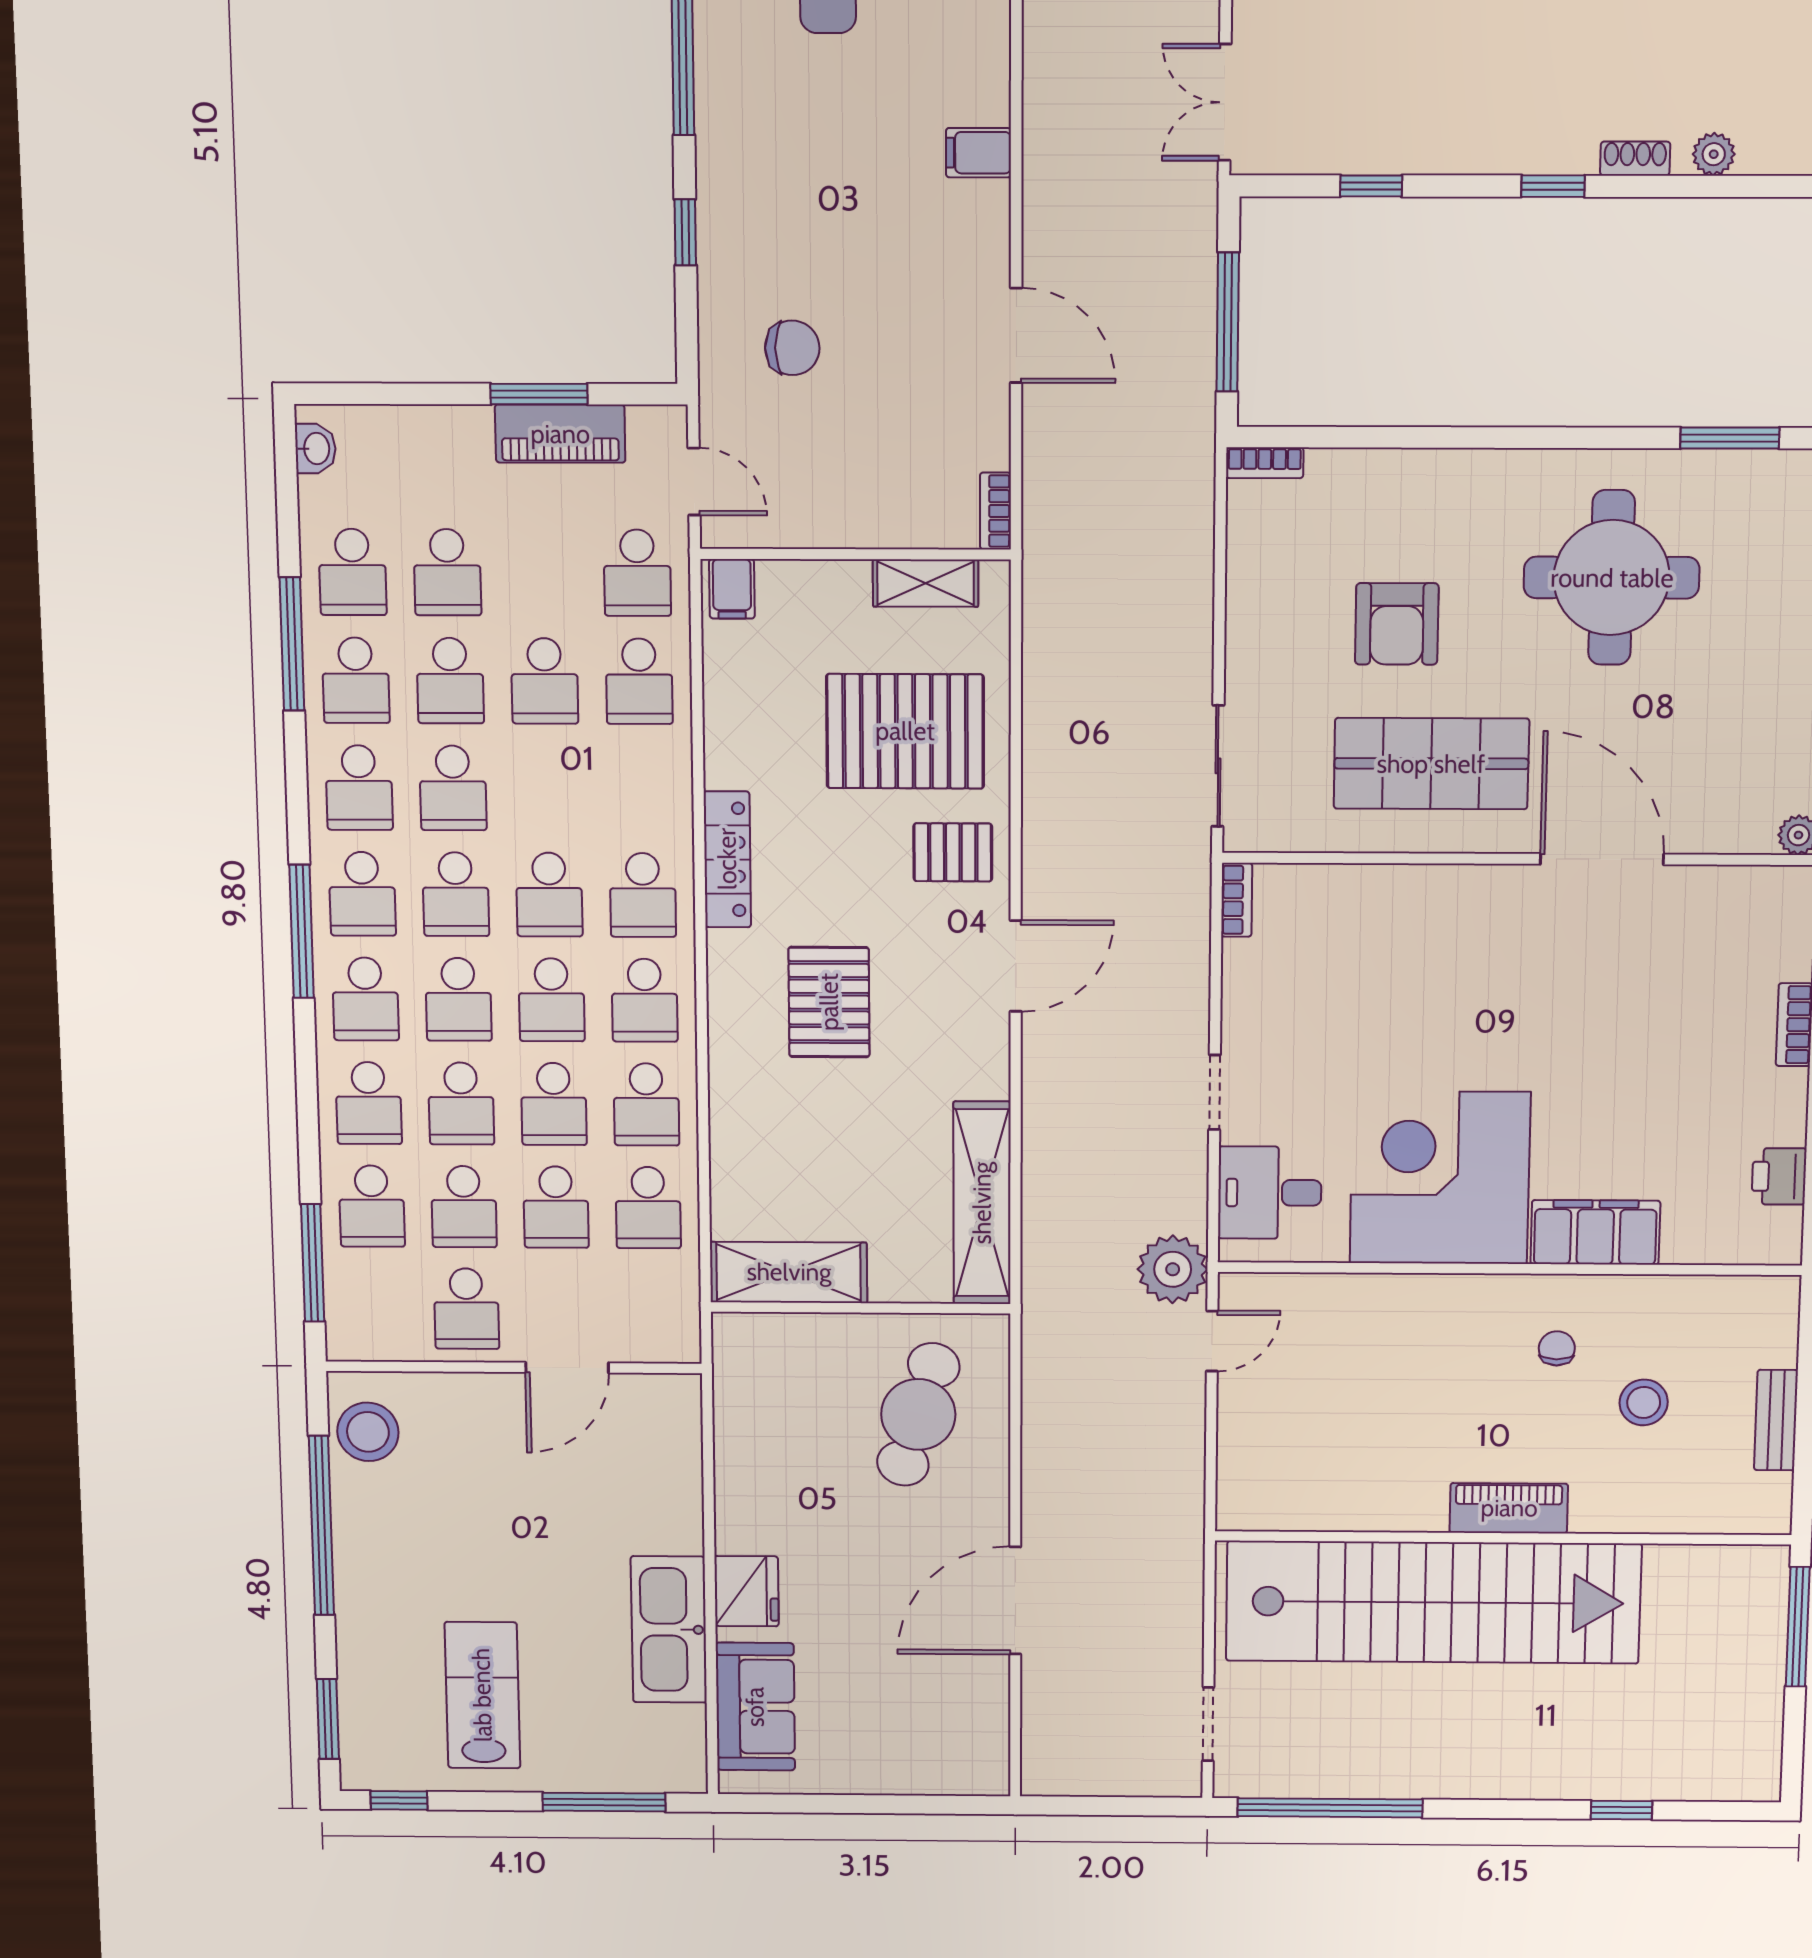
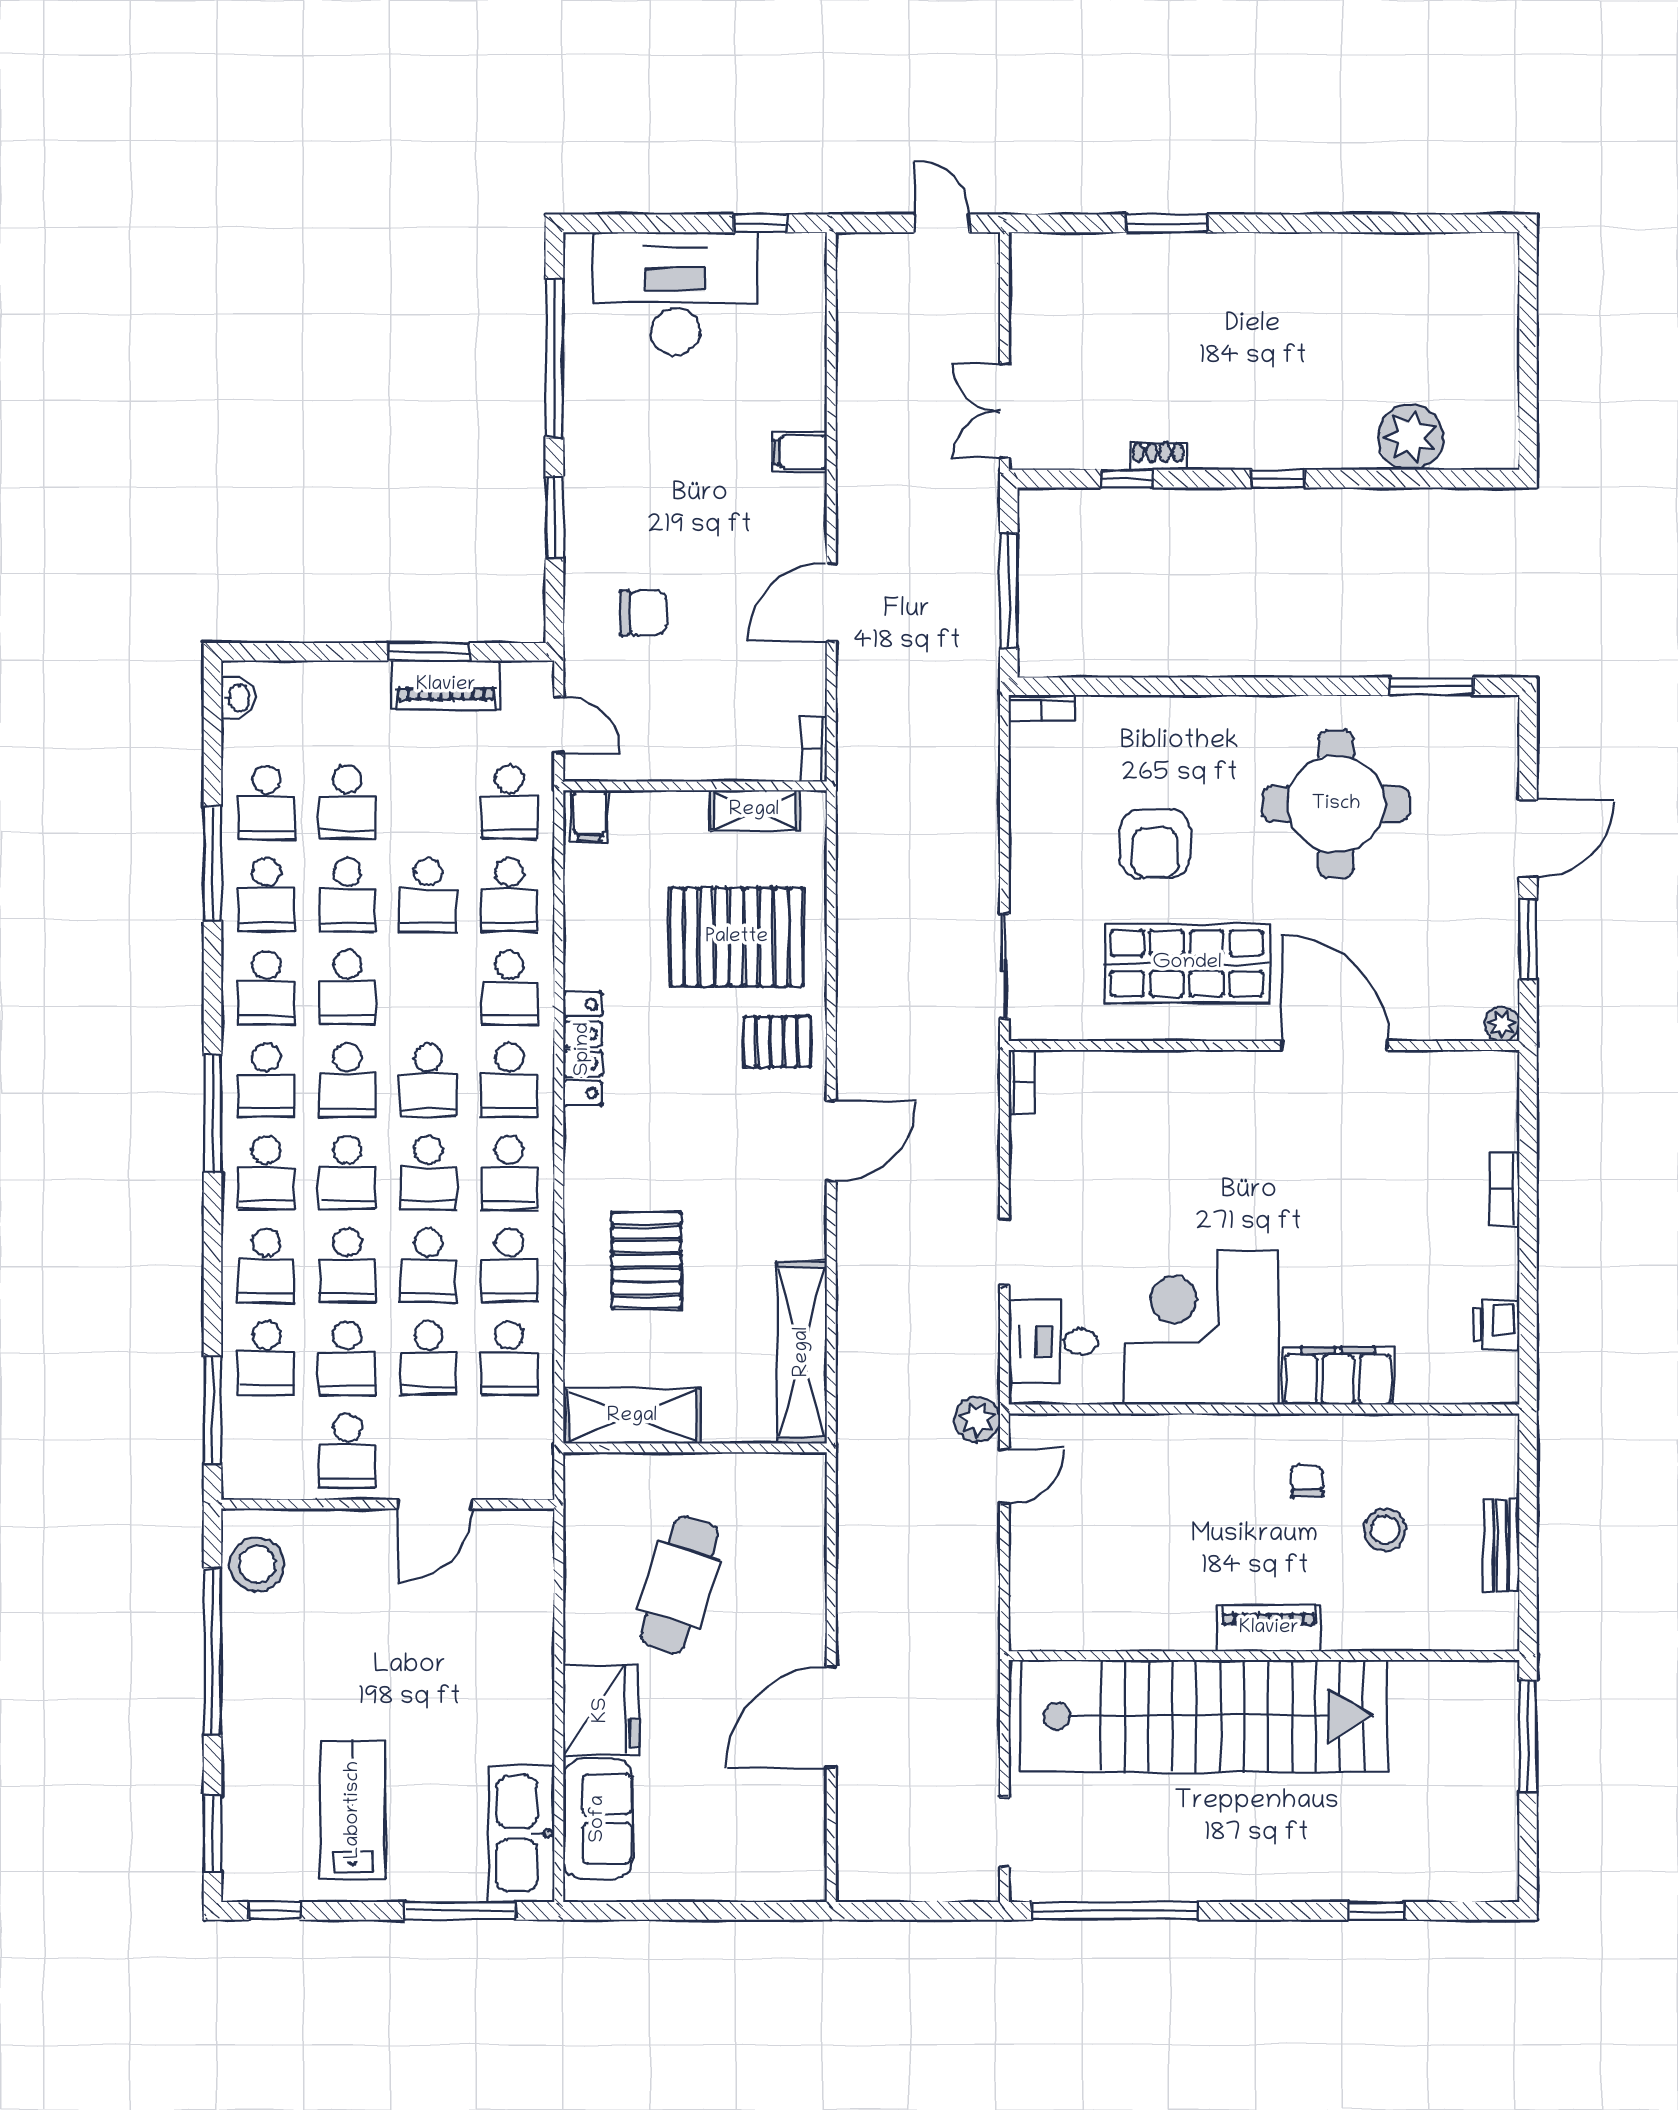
plant: (1714, 154) -> (1410, 437), width x1.87, depth x1.87
shoe rack: (1635, 159) -> (1158, 456), moved
window: (685, 232) -> (554, 517), width x1.50
door: (1016, 335) -> (831, 602), swing flipped
school desk: (641, 789) -> (509, 987), added
pallet: (829, 1002) -> (647, 1261), moved
plant: (1173, 1269) -> (977, 1419), width x0.73, depth x0.73
cafe table: (918, 1414) -> (680, 1585), moved
fridge: (746, 1591) -> (601, 1710), width x1.36, depth x1.34
kitchen sink: (669, 1630) -> (521, 1833), moved

